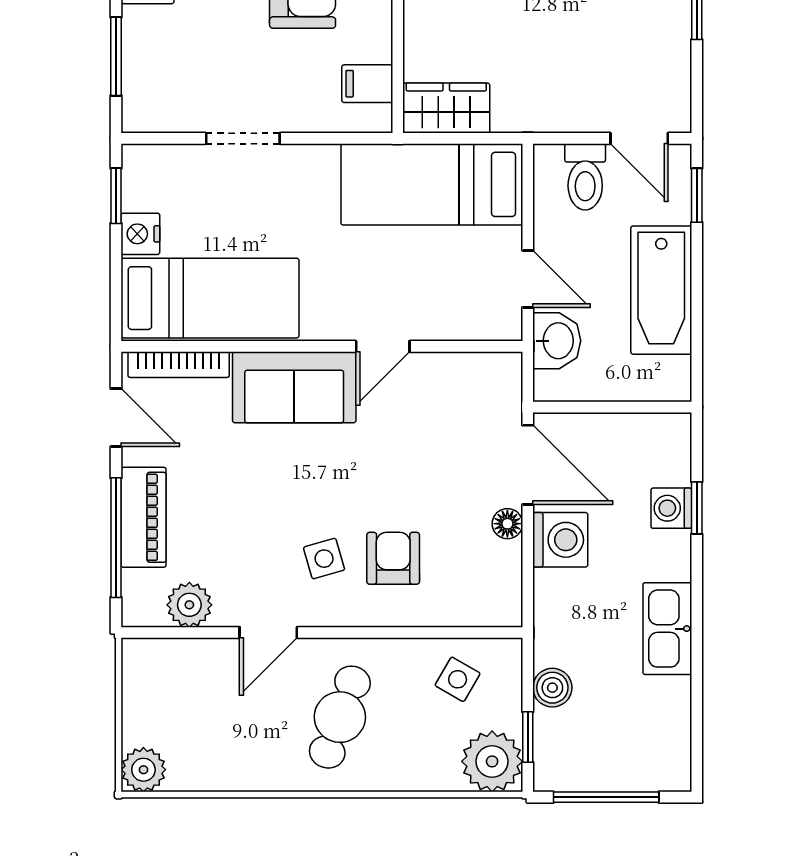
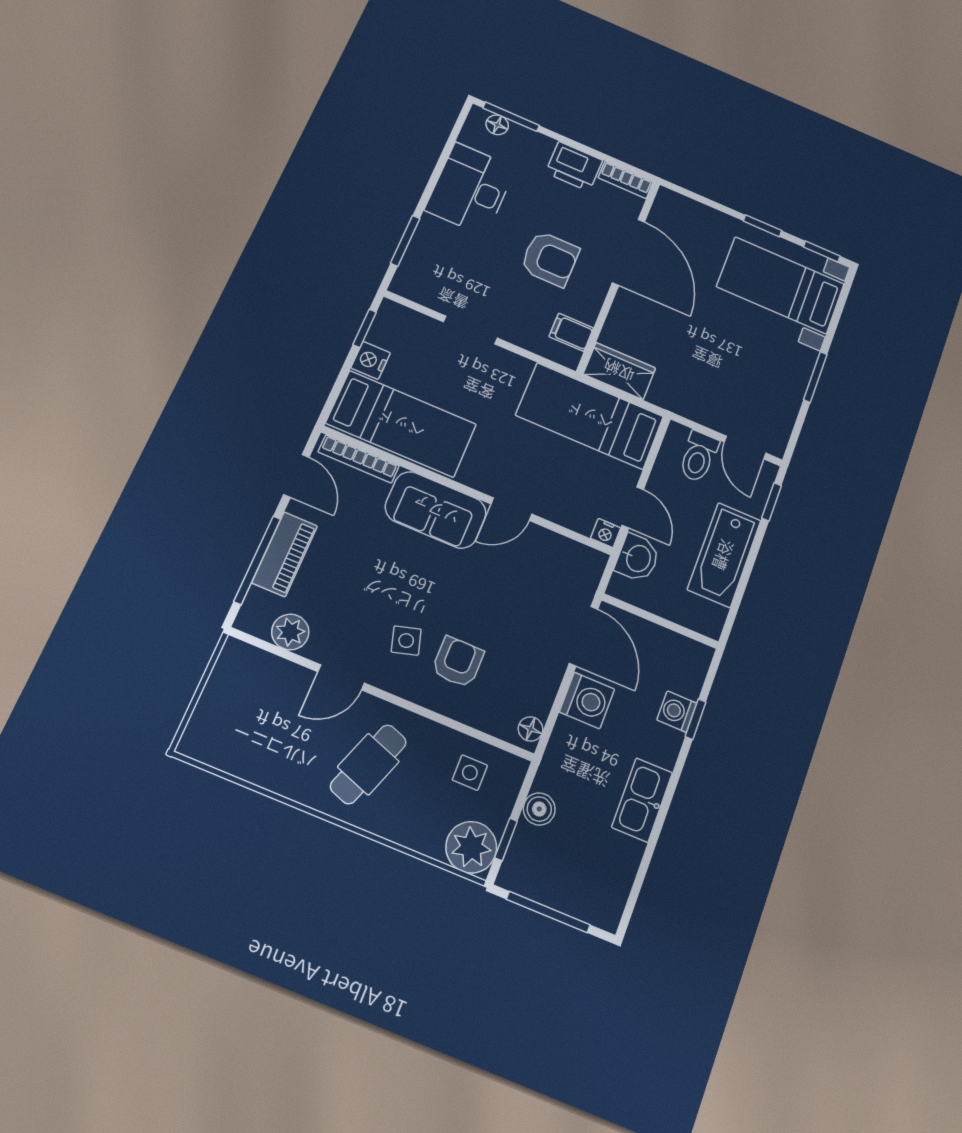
nightstand: (507, 326) -> (606, 533), added
floor lamp: (507, 524) -> (531, 729), moved
side table: (458, 679) -> (470, 773), turned -30
plant: (143, 770) -> (199, 742), removed

